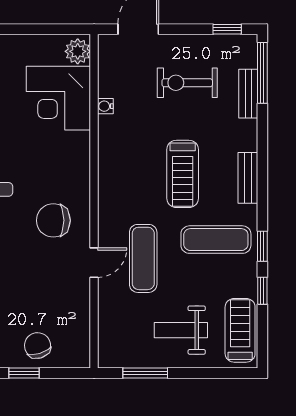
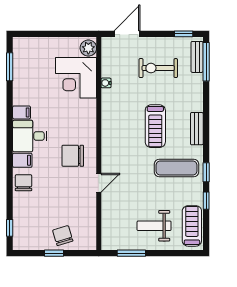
bench: (248, 94) -> (197, 57), moved
exercise mat: (143, 258) -> (130, 180), removed

